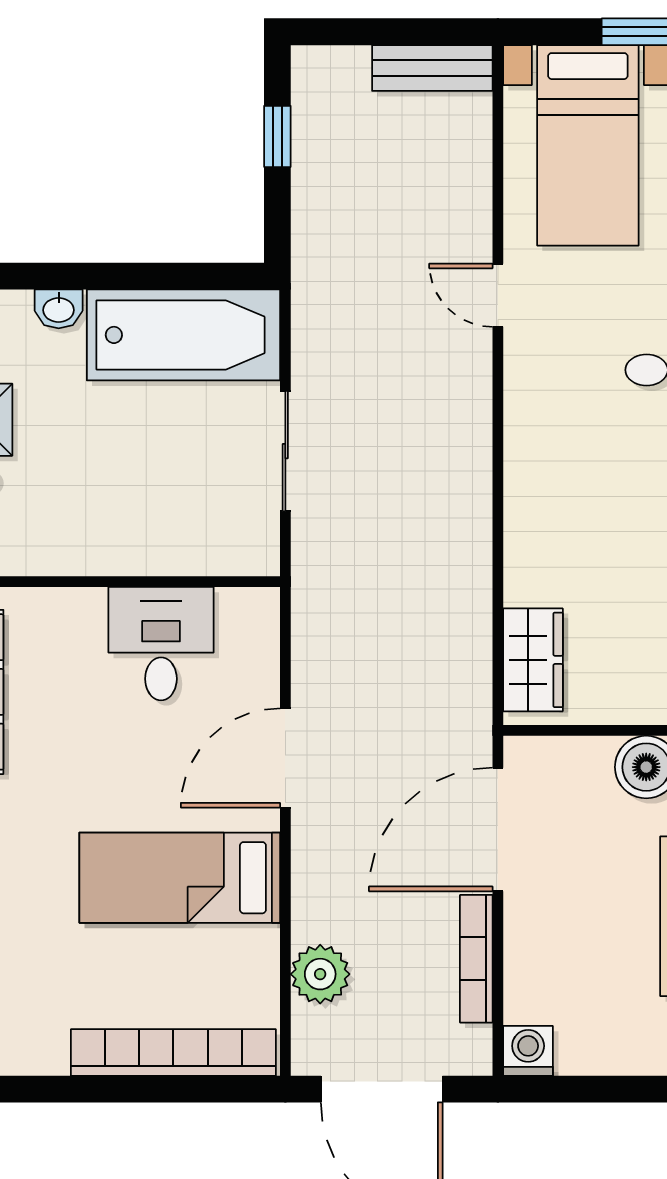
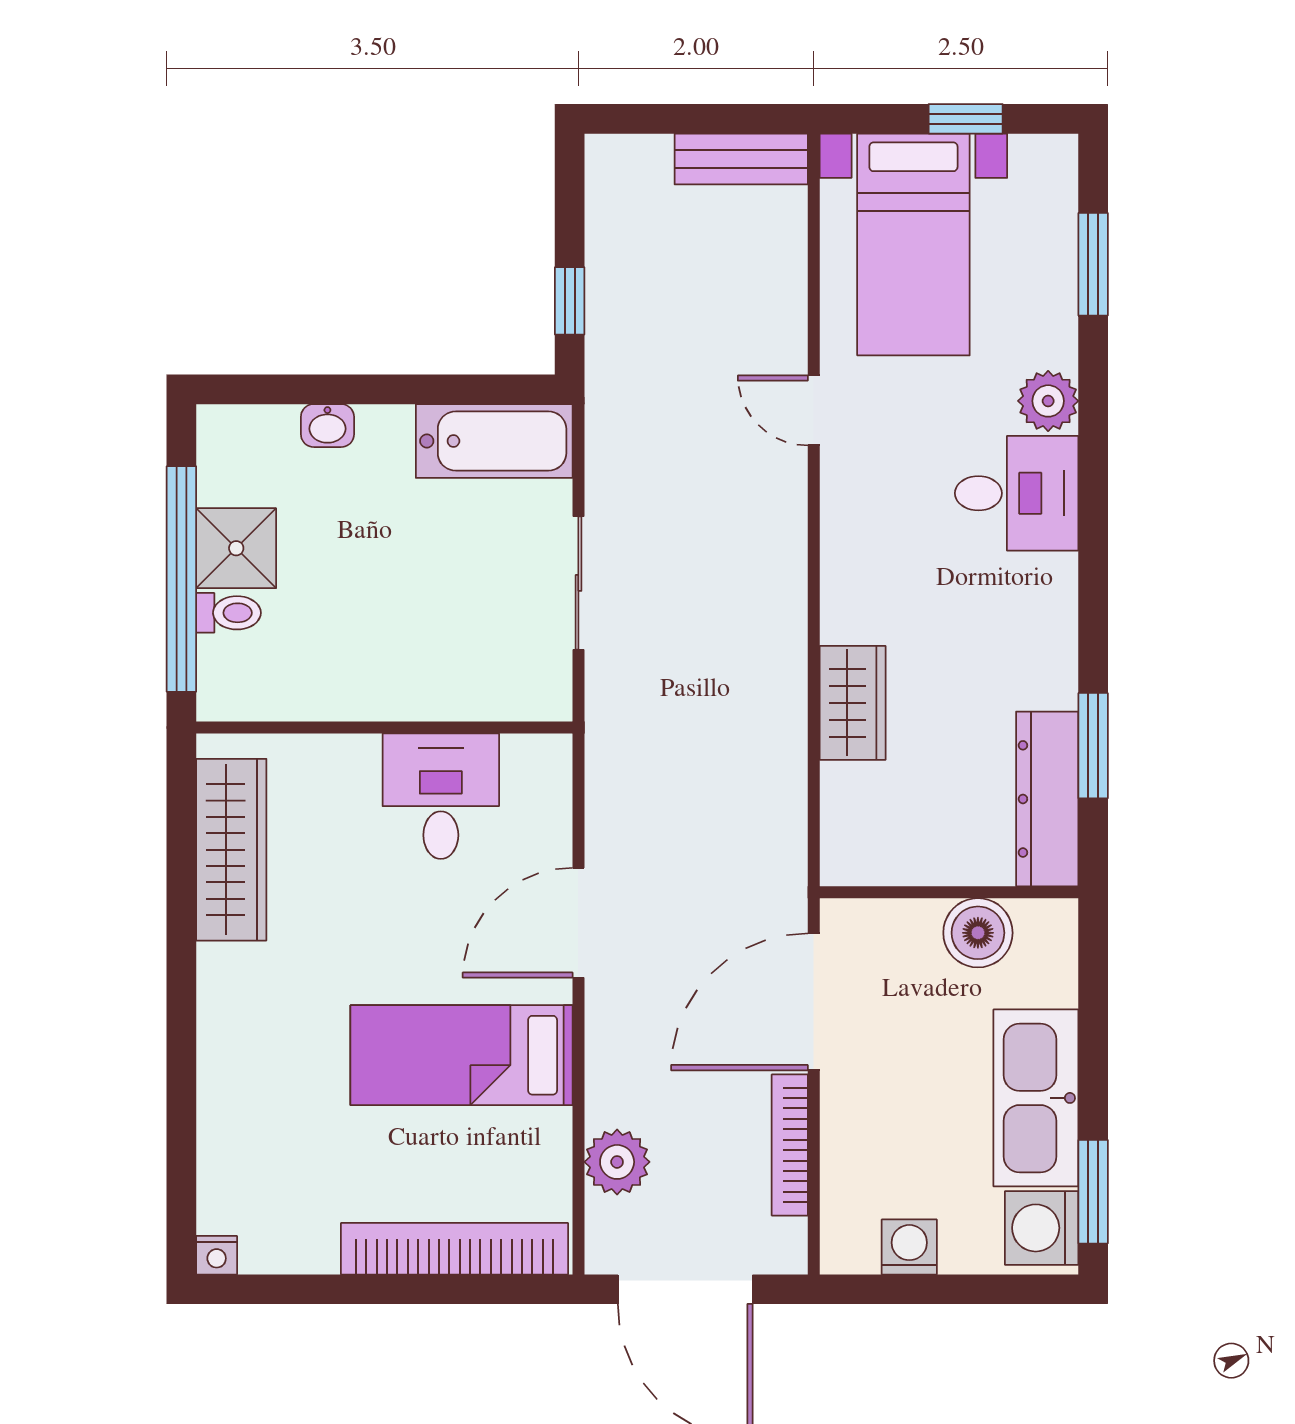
window: (277, 136) -> (570, 301), moved
bathtub: (183, 335) -> (494, 441), width x0.73, depth x0.73
wardrobe: (533, 660) -> (853, 703), moved
washing machine: (528, 1051) -> (909, 1247), moved

